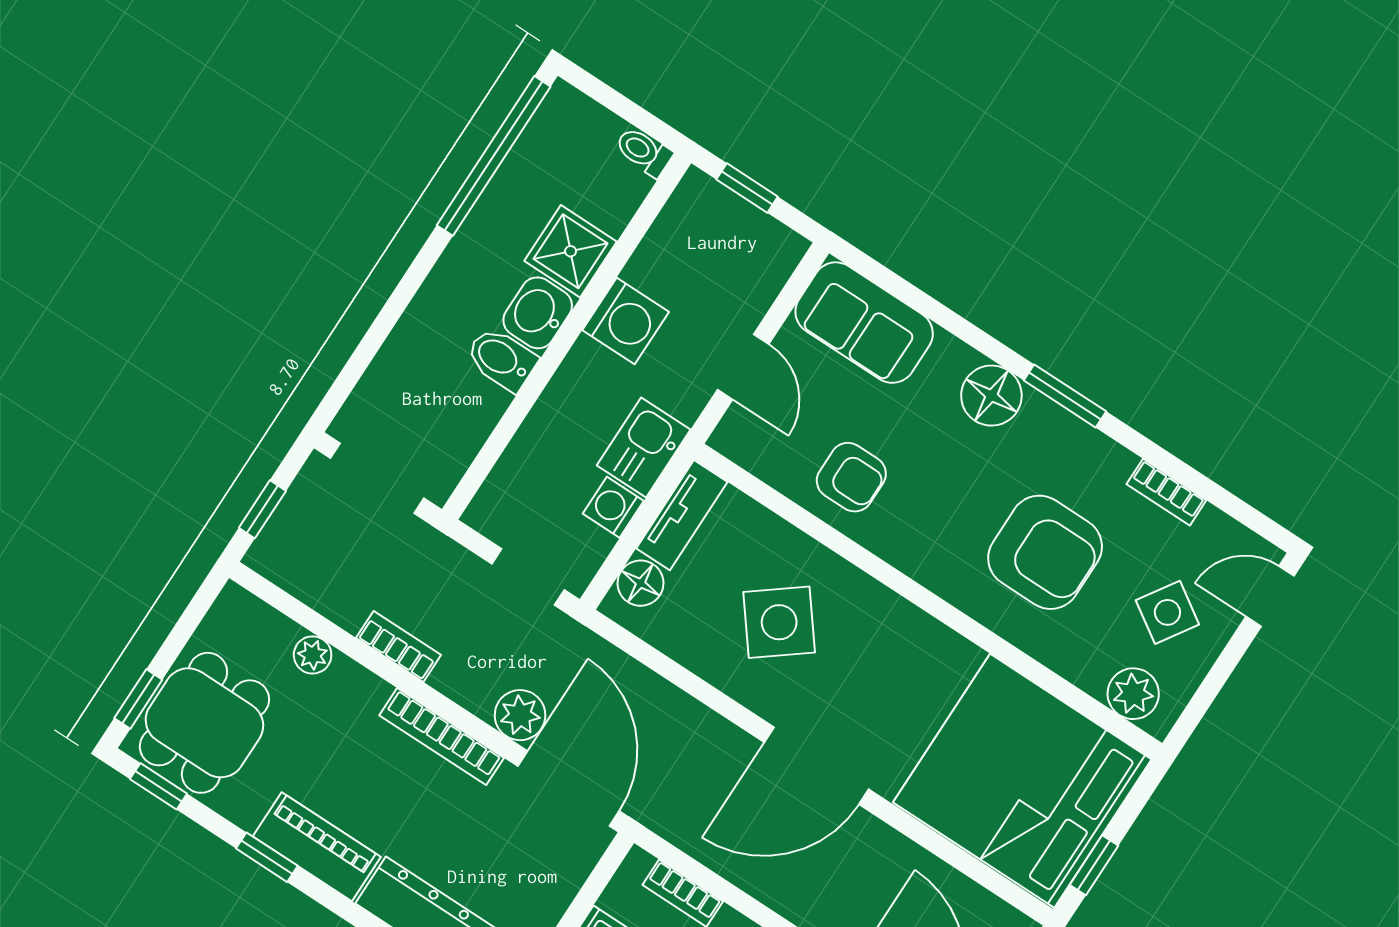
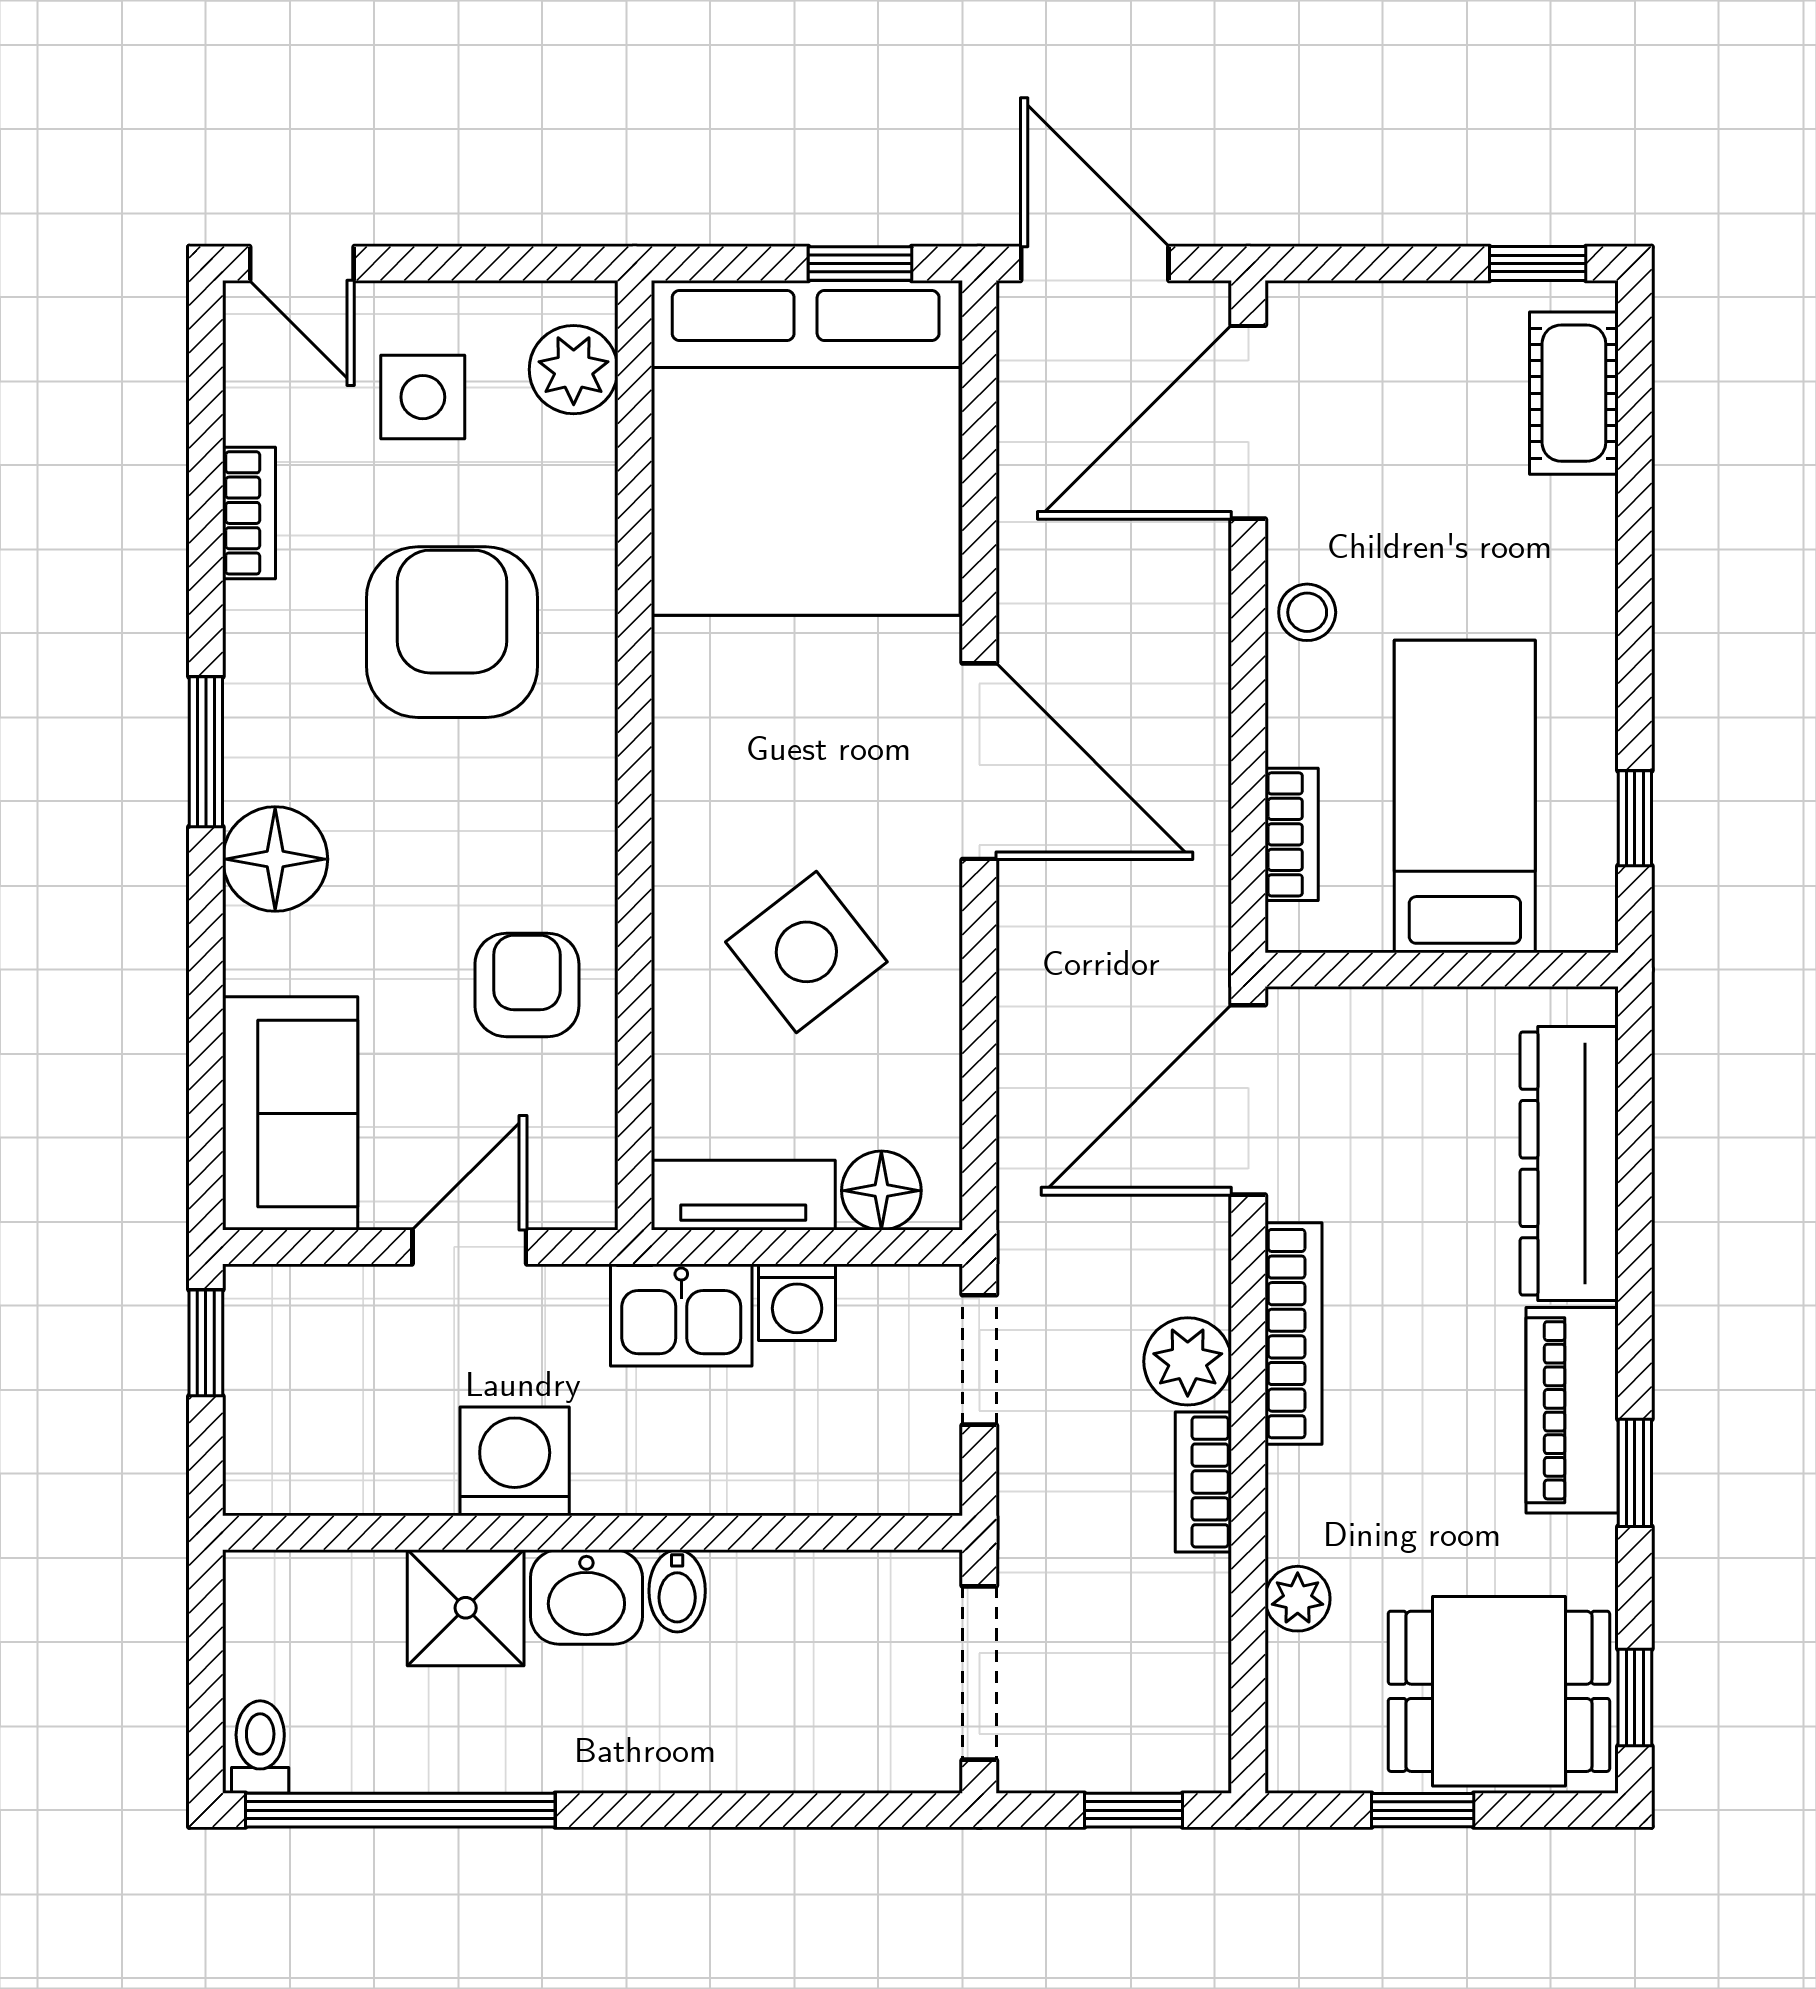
toilet: (644, 152) -> (260, 1747), moved, turned 180
window: (747, 188) -> (206, 1343), moved
bidet: (501, 359) -> (677, 1591), width x0.72, depth x0.74
side table: (1167, 612) -> (423, 397), turned -33
window: (138, 699) -> (1423, 1810), moved
plant: (520, 715) -> (1188, 1361), moved

